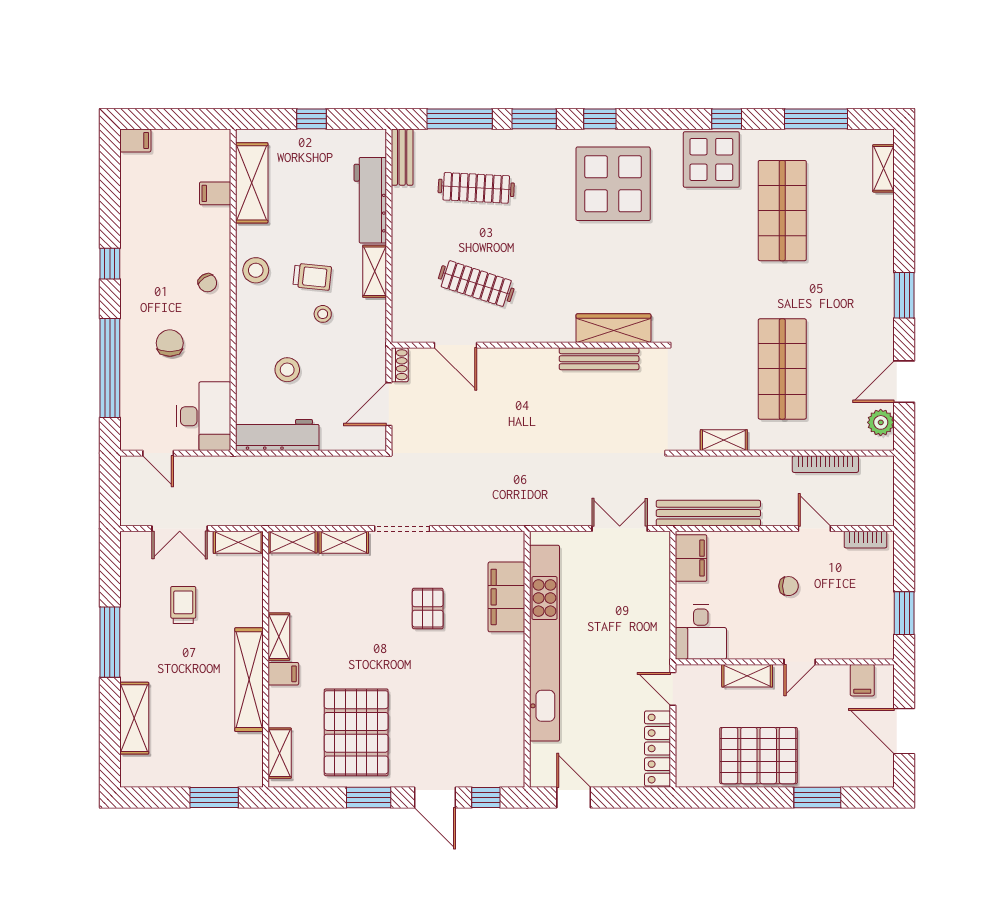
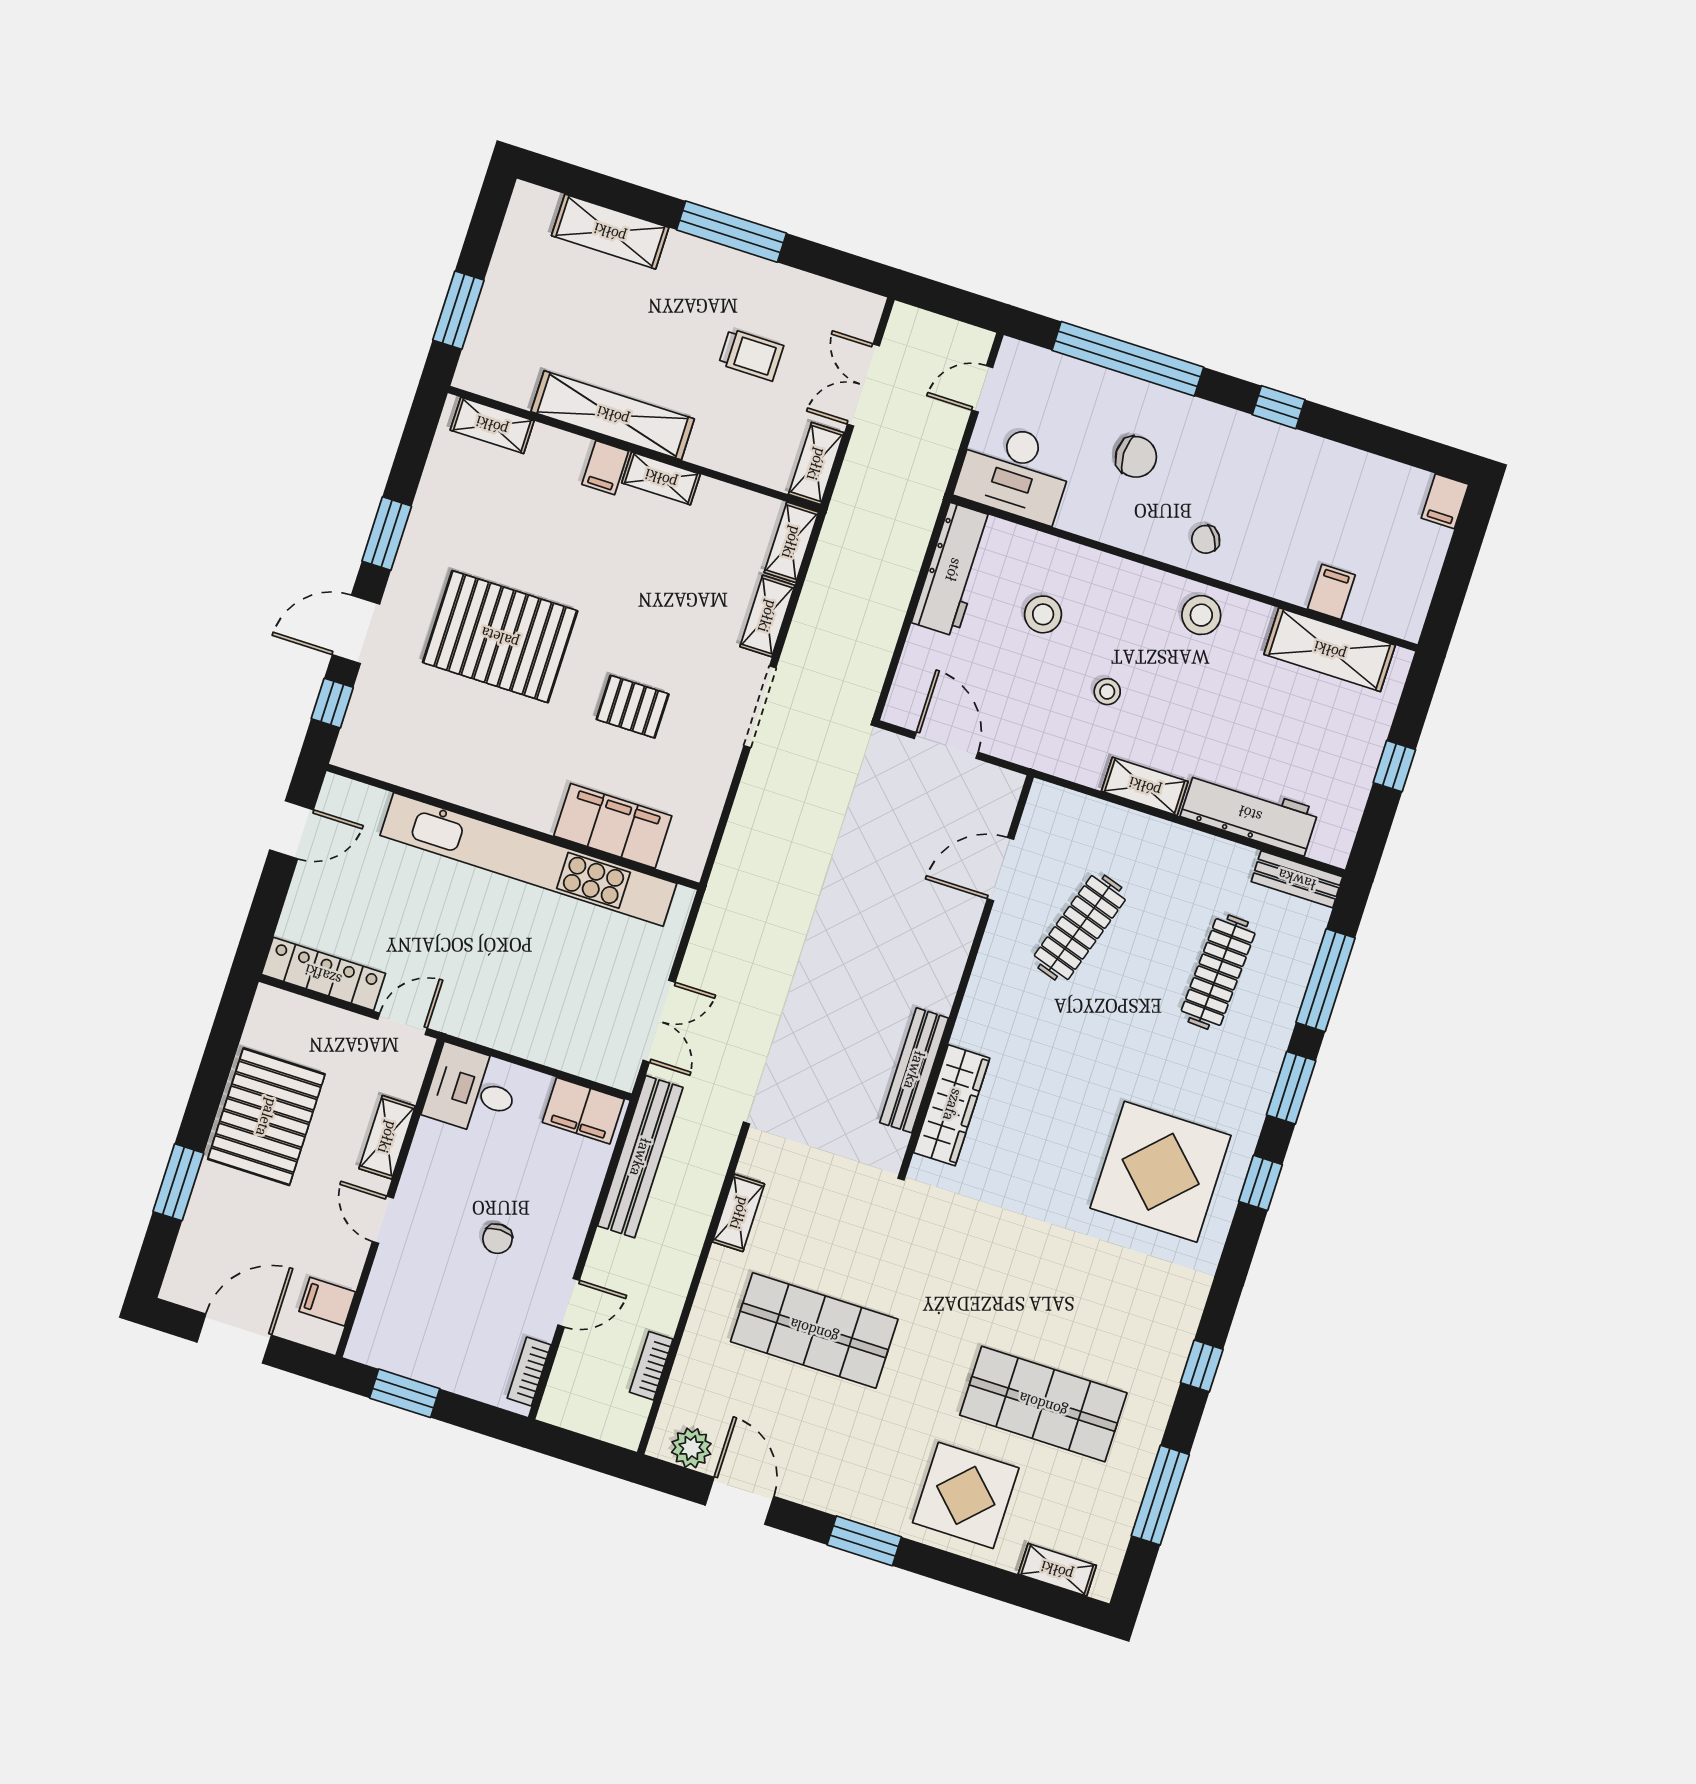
display table: (711, 159) -> (966, 1495), moved
trolley: (312, 277) -> (1166, 694), removed
shoe rack: (400, 365) -> (998, 779), removed
bookcase: (825, 464) -> (651, 1366), width x0.64
pallet: (356, 732) -> (500, 637), moved

